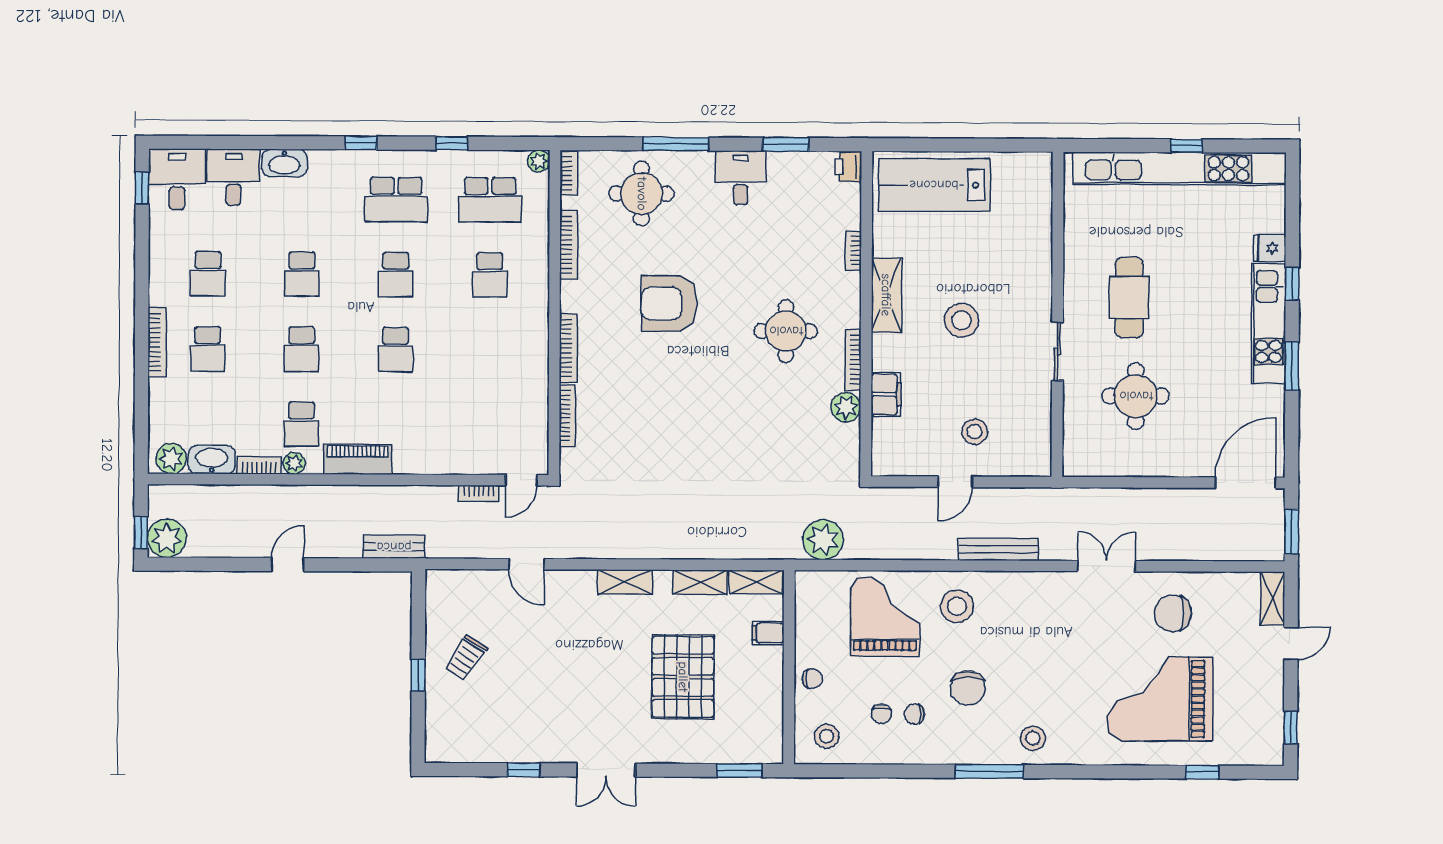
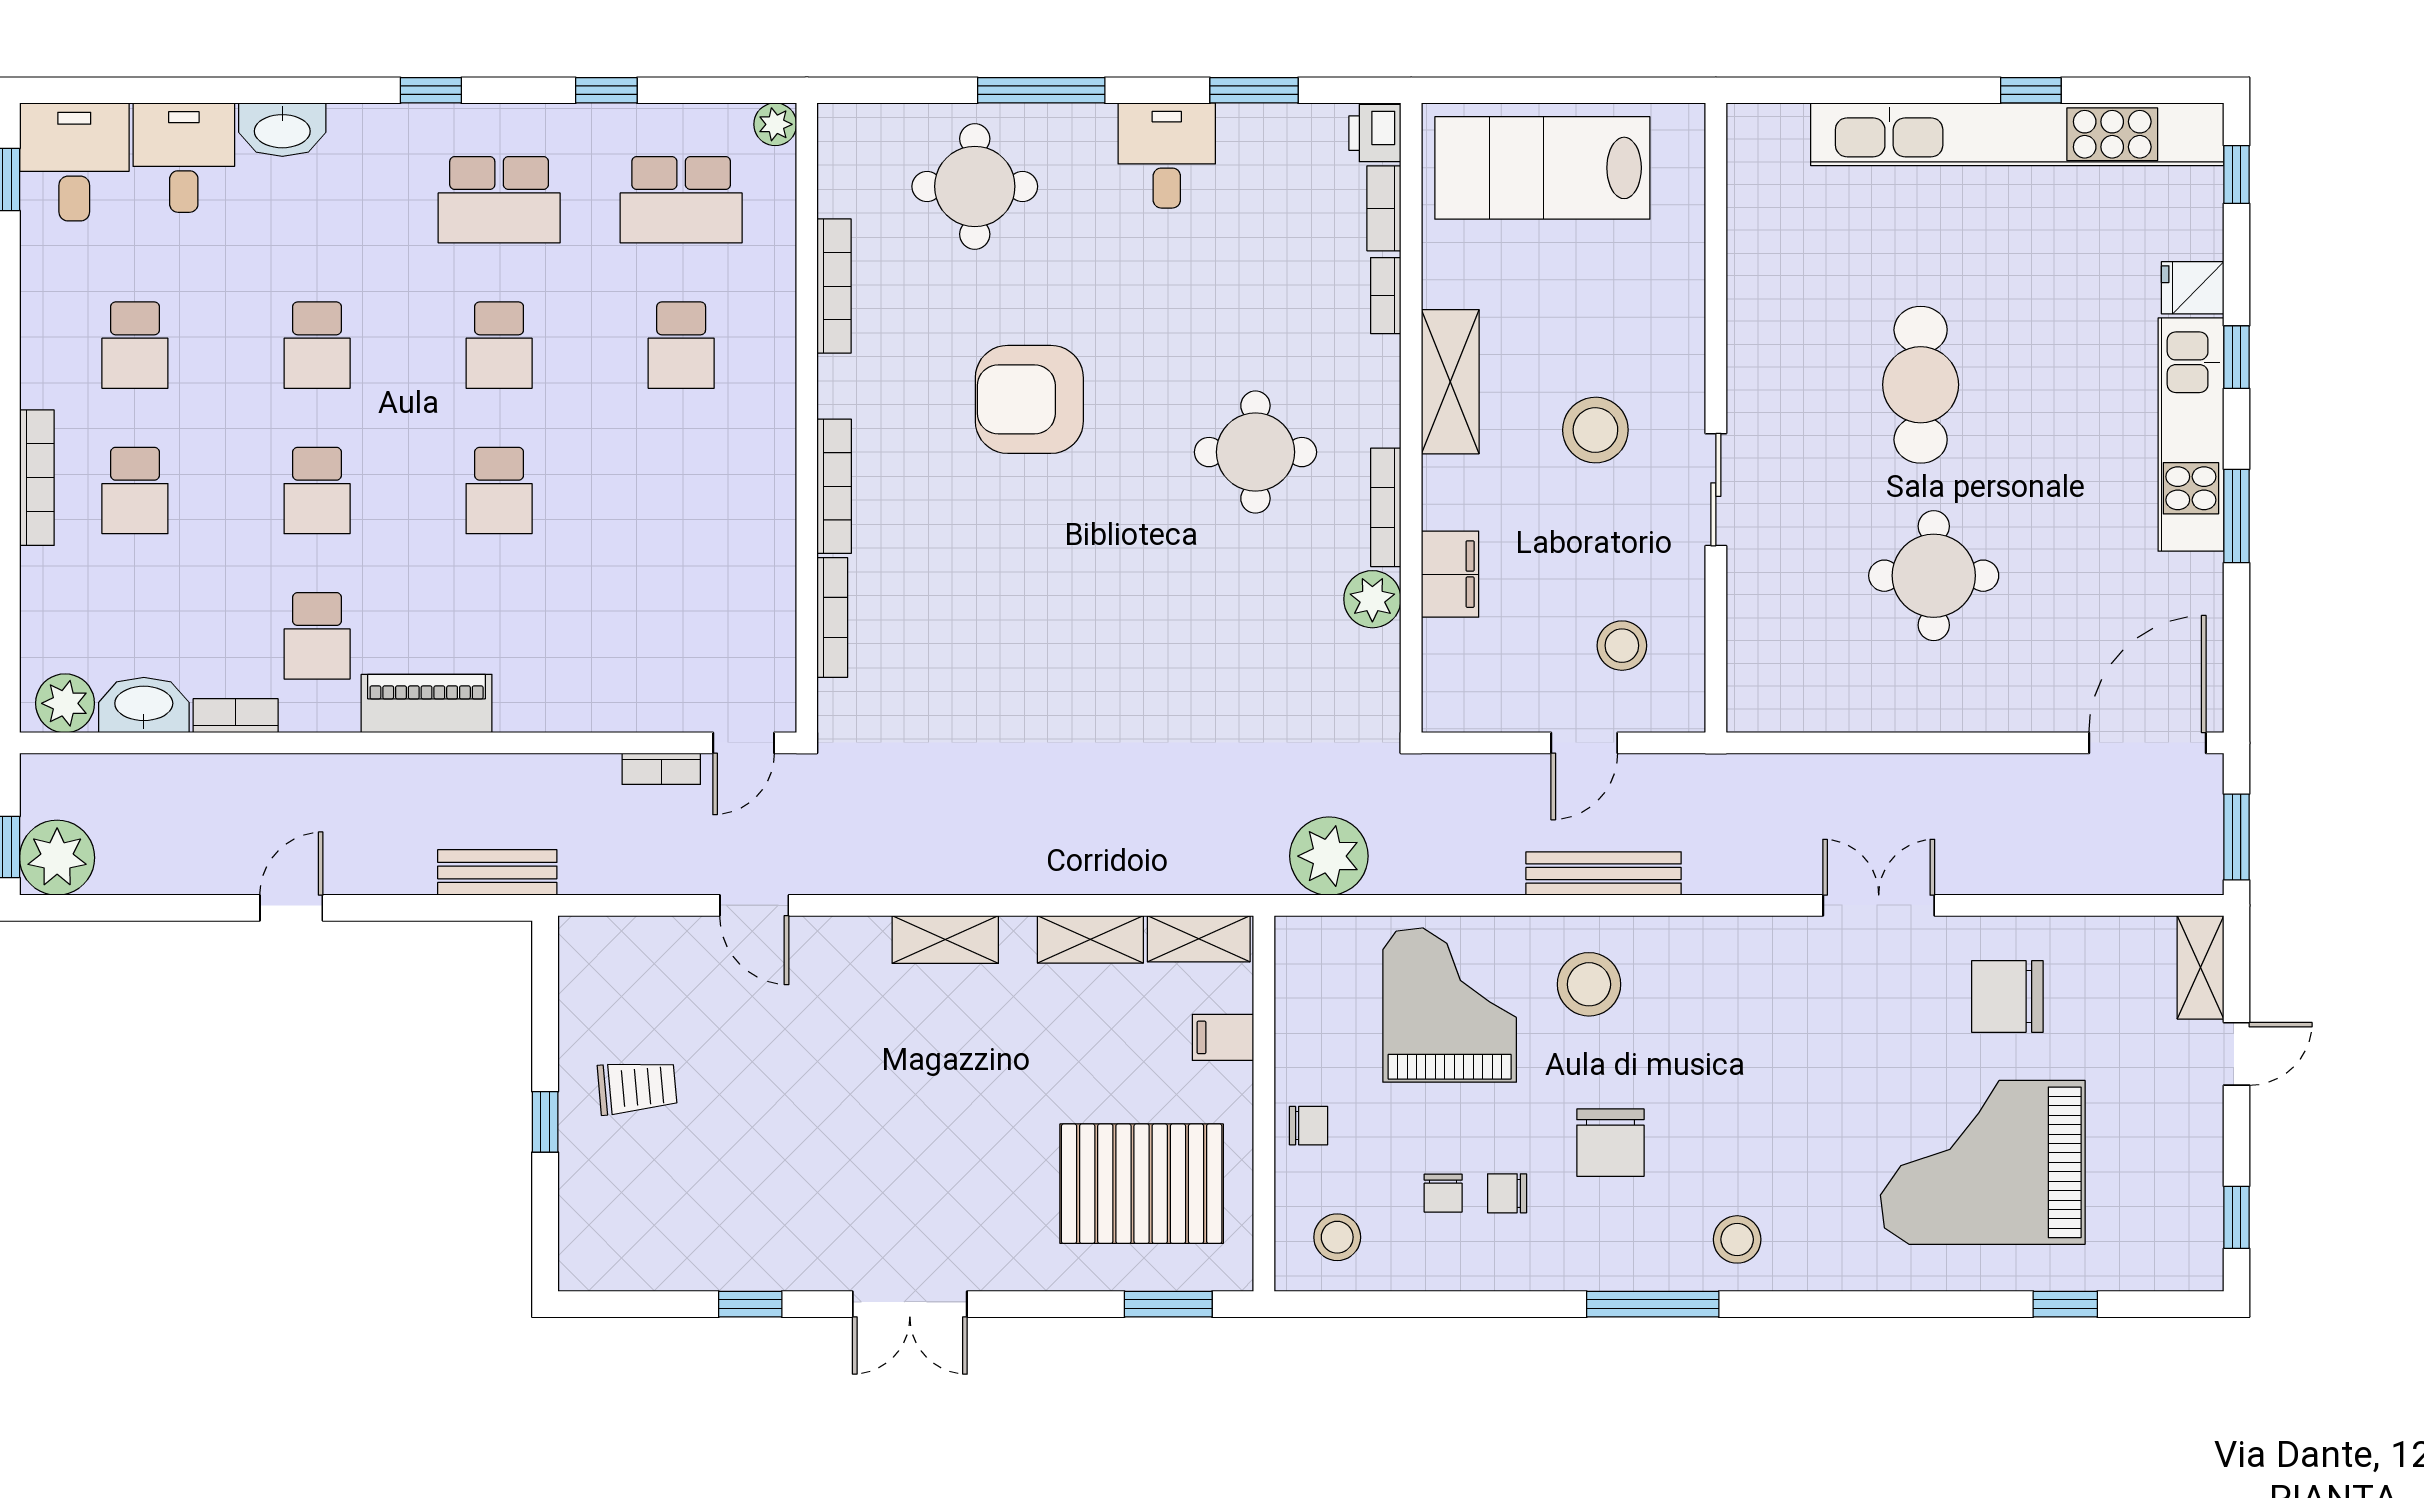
bookcase: (569, 173) -> (1384, 208), moved, turned 180
window: (1293, 190) -> (2236, 174), added
wall: (1058, 314) -> (1716, 418), moved
sliding door: (1057, 351) -> (1716, 490), moved
plant: (294, 463) -> (303, 711), removed
bench: (998, 549) -> (1604, 874), moved
trolley: (466, 658) -> (637, 1087), turned -128
pallet: (683, 677) -> (1142, 1184), moved, turned 90

